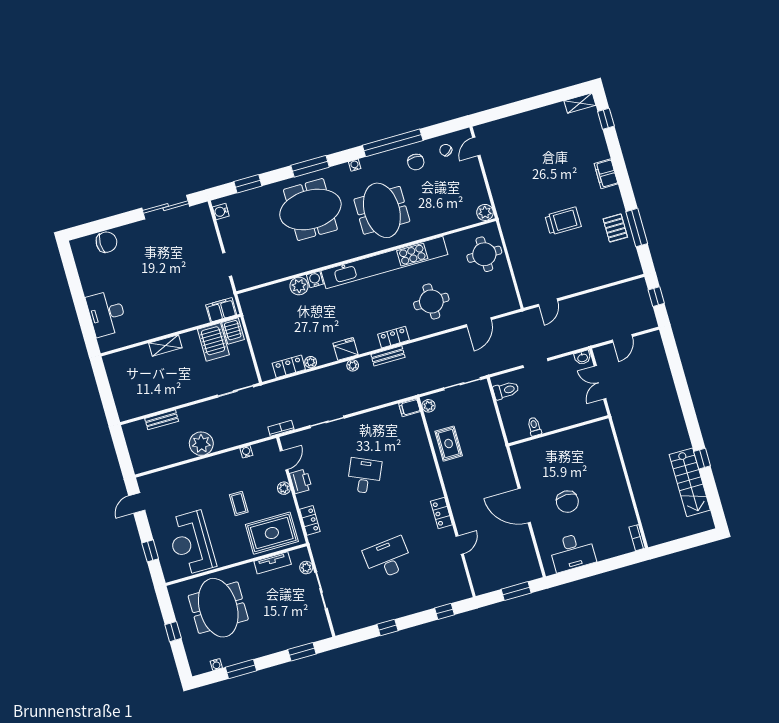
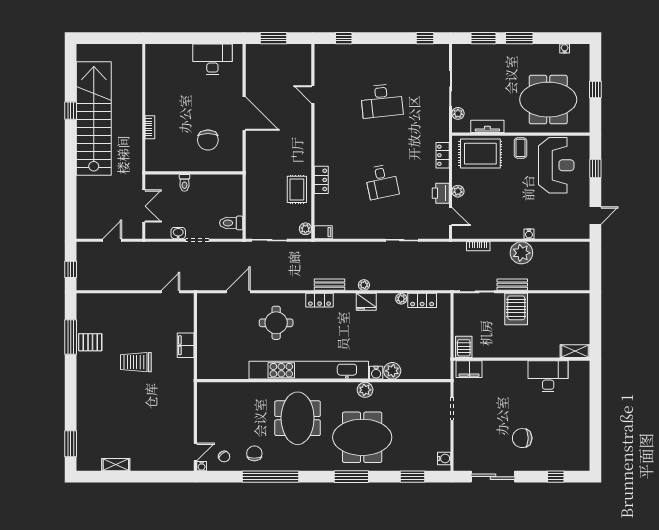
shelving: (580, 103) -> (116, 465), moved
window: (606, 119) -> (71, 444), width x1.50
water cooler: (355, 165) -> (202, 466), moved
filing cabinet: (606, 174) -> (186, 345), moved, turned 180
plant: (485, 212) -> (365, 390), moved
window: (102, 225) -> (556, 477), added
pallet: (615, 228) -> (90, 342), turned 90
chair: (106, 242) -> (522, 438), moved
round table: (484, 254) -> (216, 352), removed
desk: (107, 313) -> (548, 376), moved, turned -90
server rack: (213, 342) -> (516, 309), moved, turned 180
shelving: (165, 345) -> (575, 351), moved
washbasin: (583, 358) -> (178, 233), moved
bench: (162, 420) -> (512, 285), moved
toilet: (534, 427) -> (184, 183), moved
bookcase: (281, 428) -> (478, 246), moved
water cooler: (246, 452) -> (529, 234), moved
door: (284, 460) -> (451, 217), swing flipped
desk: (364, 476) -> (382, 182), turned -36
stairs: (690, 482) -> (94, 119), width x1.86, depth x1.51
chair: (567, 502) -> (208, 140), moved, turned 180
coffee table: (239, 503) -> (520, 148), moved
locker: (441, 513) -> (321, 180), moved
bookcase: (637, 538) -> (150, 127), moved
door: (460, 545) -> (313, 94), hinge flipped
meeting table: (218, 608) -> (548, 100), turned 90
window: (387, 628) -> (425, 38), moved
window: (241, 669) -> (519, 38), moved

